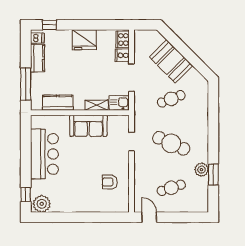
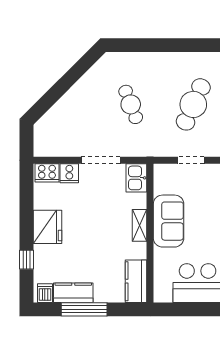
window: (49, 25) -> (26, 260), moved
booth: (171, 61) -> (78, 105), removed
window: (26, 84) -> (84, 309), moved
kitchen counter: (58, 103) -> (136, 281), moved
shelving: (97, 105) -> (140, 225), moved

